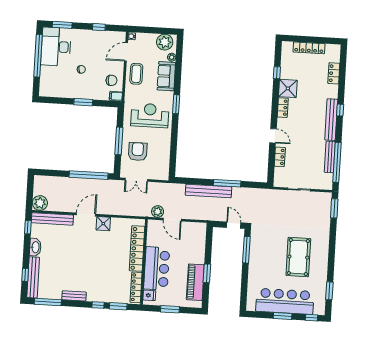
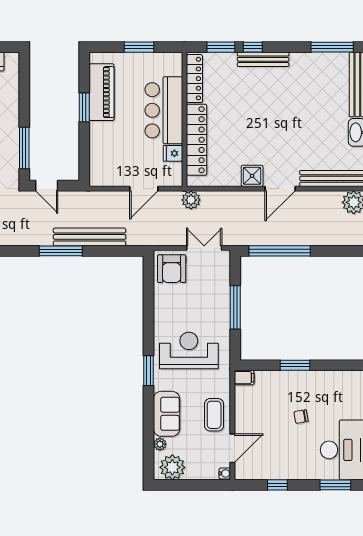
chair: (112, 80) -> (252, 402), removed
reception desk: (150, 115) -> (189, 350), turned 180
armchair: (138, 152) -> (172, 269), moved
plant: (158, 212) -> (191, 200), moved
door: (172, 220) -> (144, 189), swing flipped
fridge: (149, 295) -> (173, 153), moved
bench: (74, 296) -> (263, 59), moved, width x1.36

